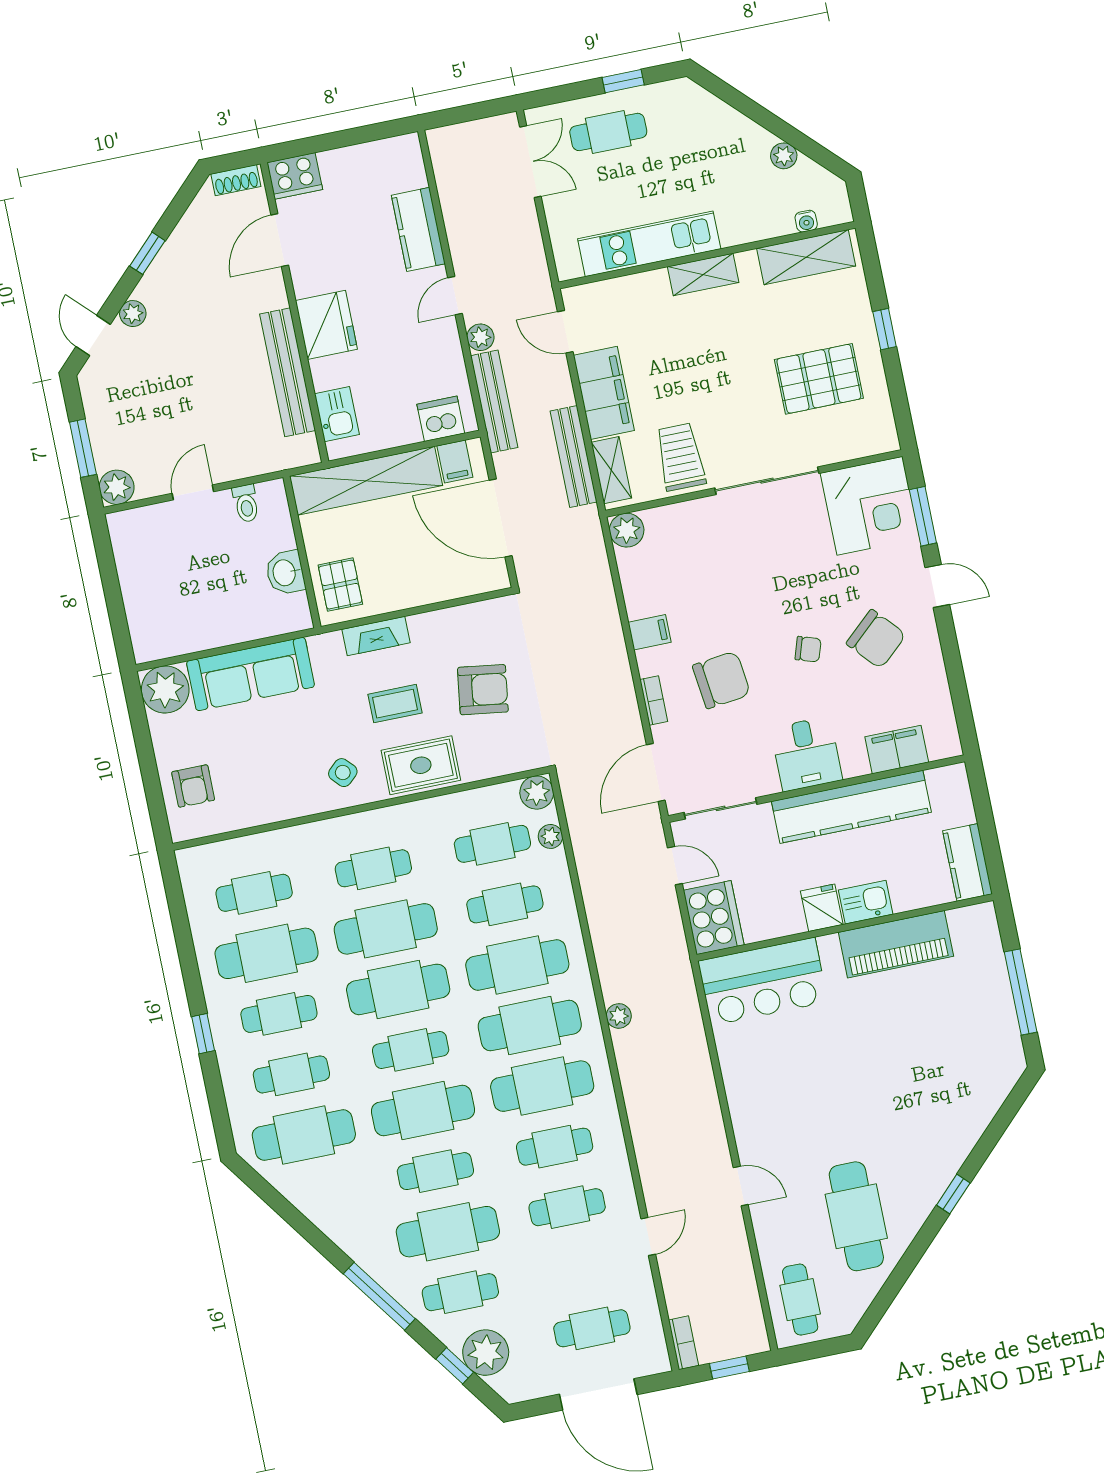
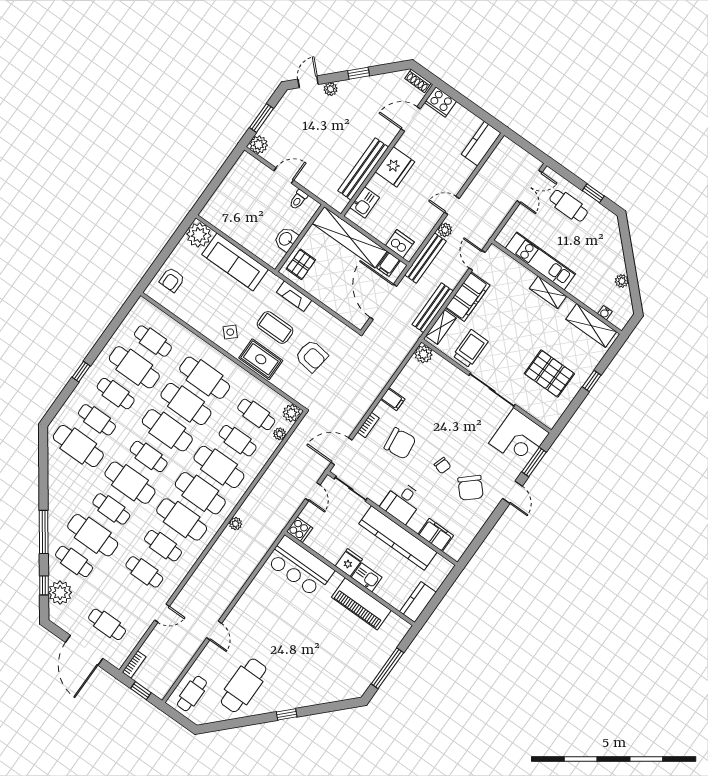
kitchen counter: (418, 229) -> (481, 144), moved
coffee table: (395, 704) -> (275, 327), width x1.36, depth x1.30
cafe table: (373, 868) -> (205, 378), width x1.37, depth x1.35
cooker: (714, 918) -> (300, 530), width x0.53, depth x0.76

